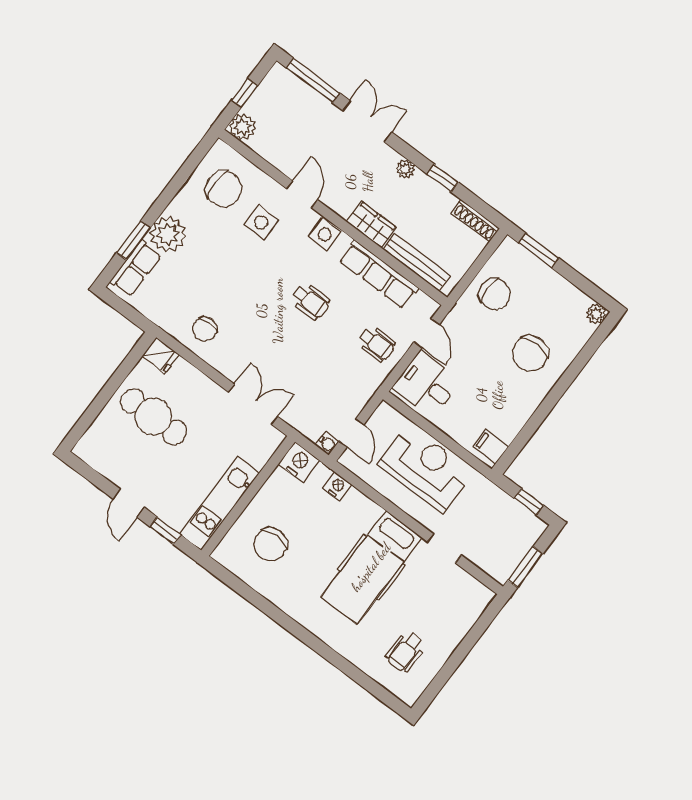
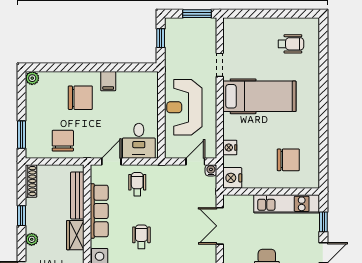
filing cabinet: (491, 446) -> (108, 81), moved

